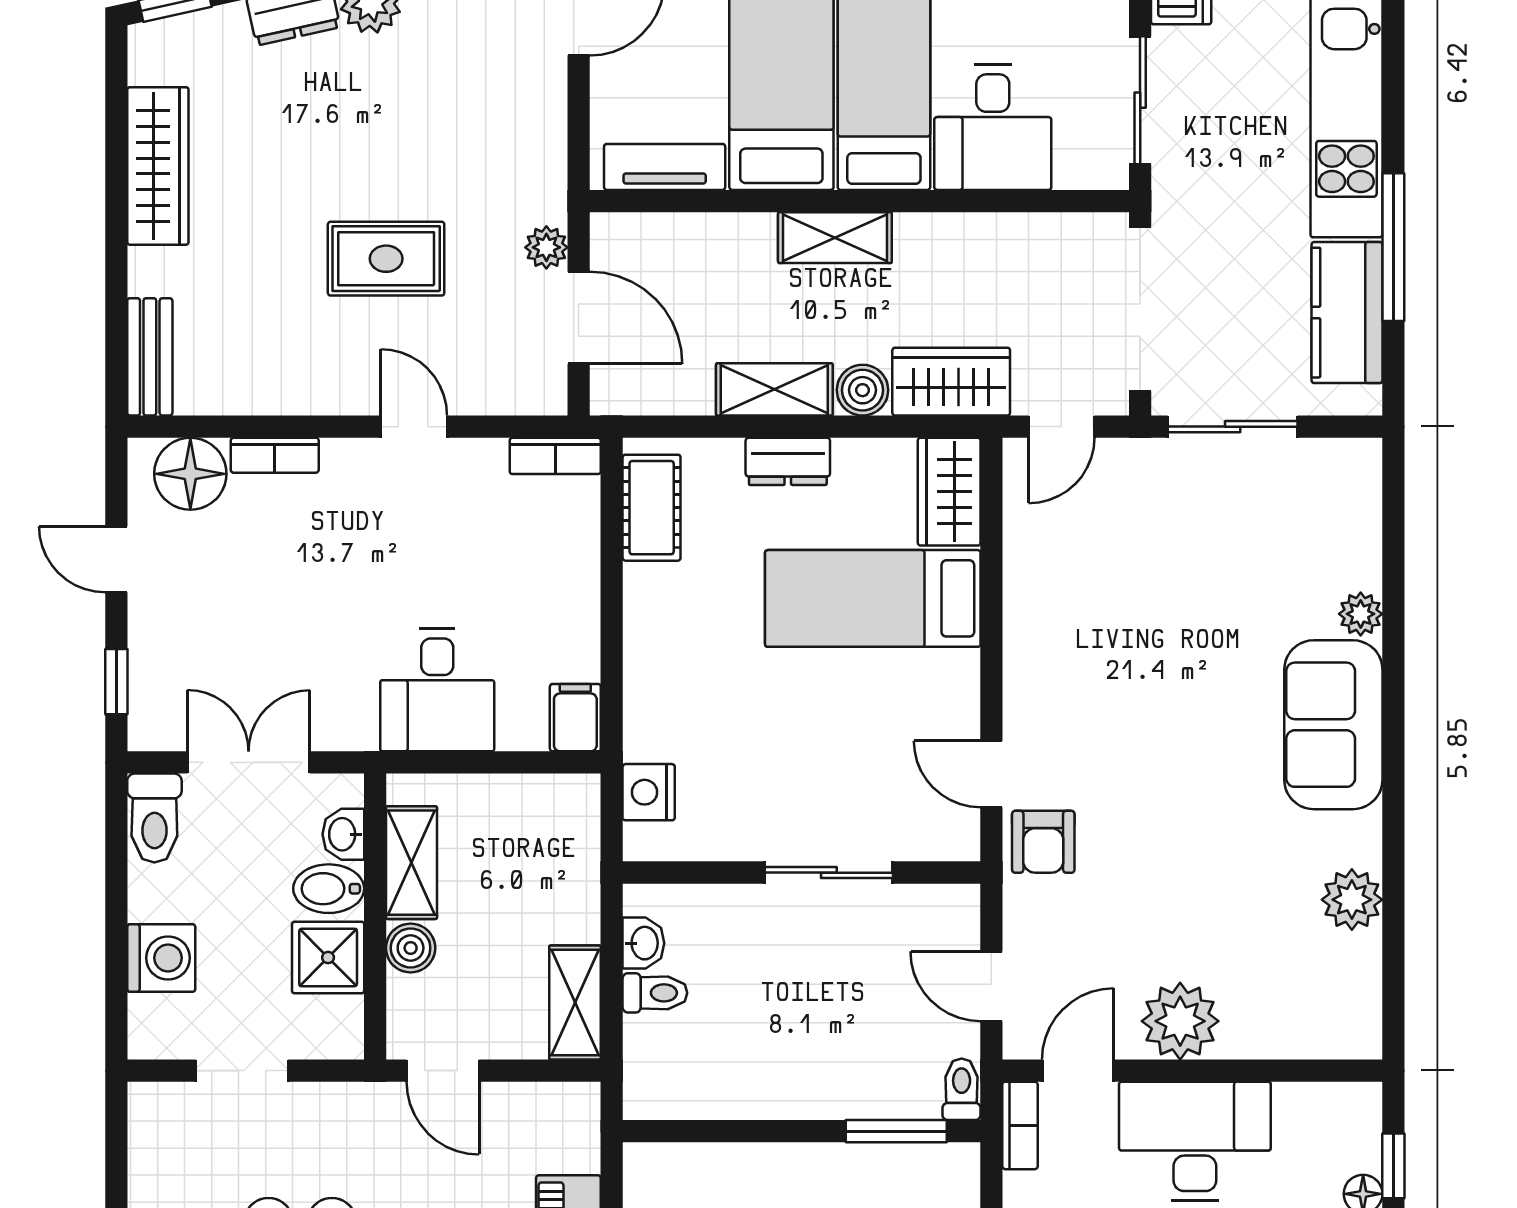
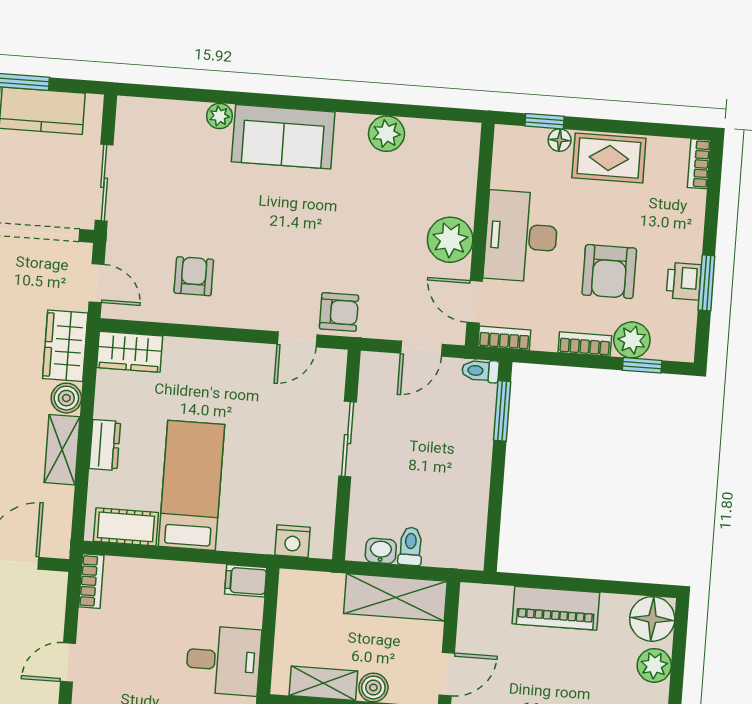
armchair: (1085, 591) -> (194, 276), added
bed: (873, 598) -> (192, 485), moved, turned 180
shelving: (575, 1002) -> (395, 597), width x1.50, depth x1.33

